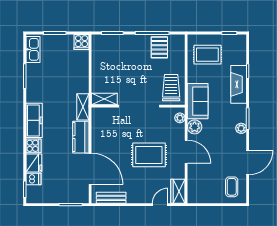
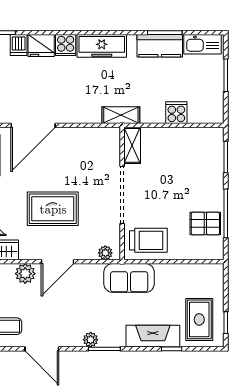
cooker: (81, 42) -> (176, 113), moved, turned 90
rug: (207, 55) -> (199, 319), moved
plant: (195, 127) -> (25, 274), moved
kitchen counter: (81, 137) -> (160, 46), moved, turned 180
rug: (149, 155) -> (53, 209), turned 90

